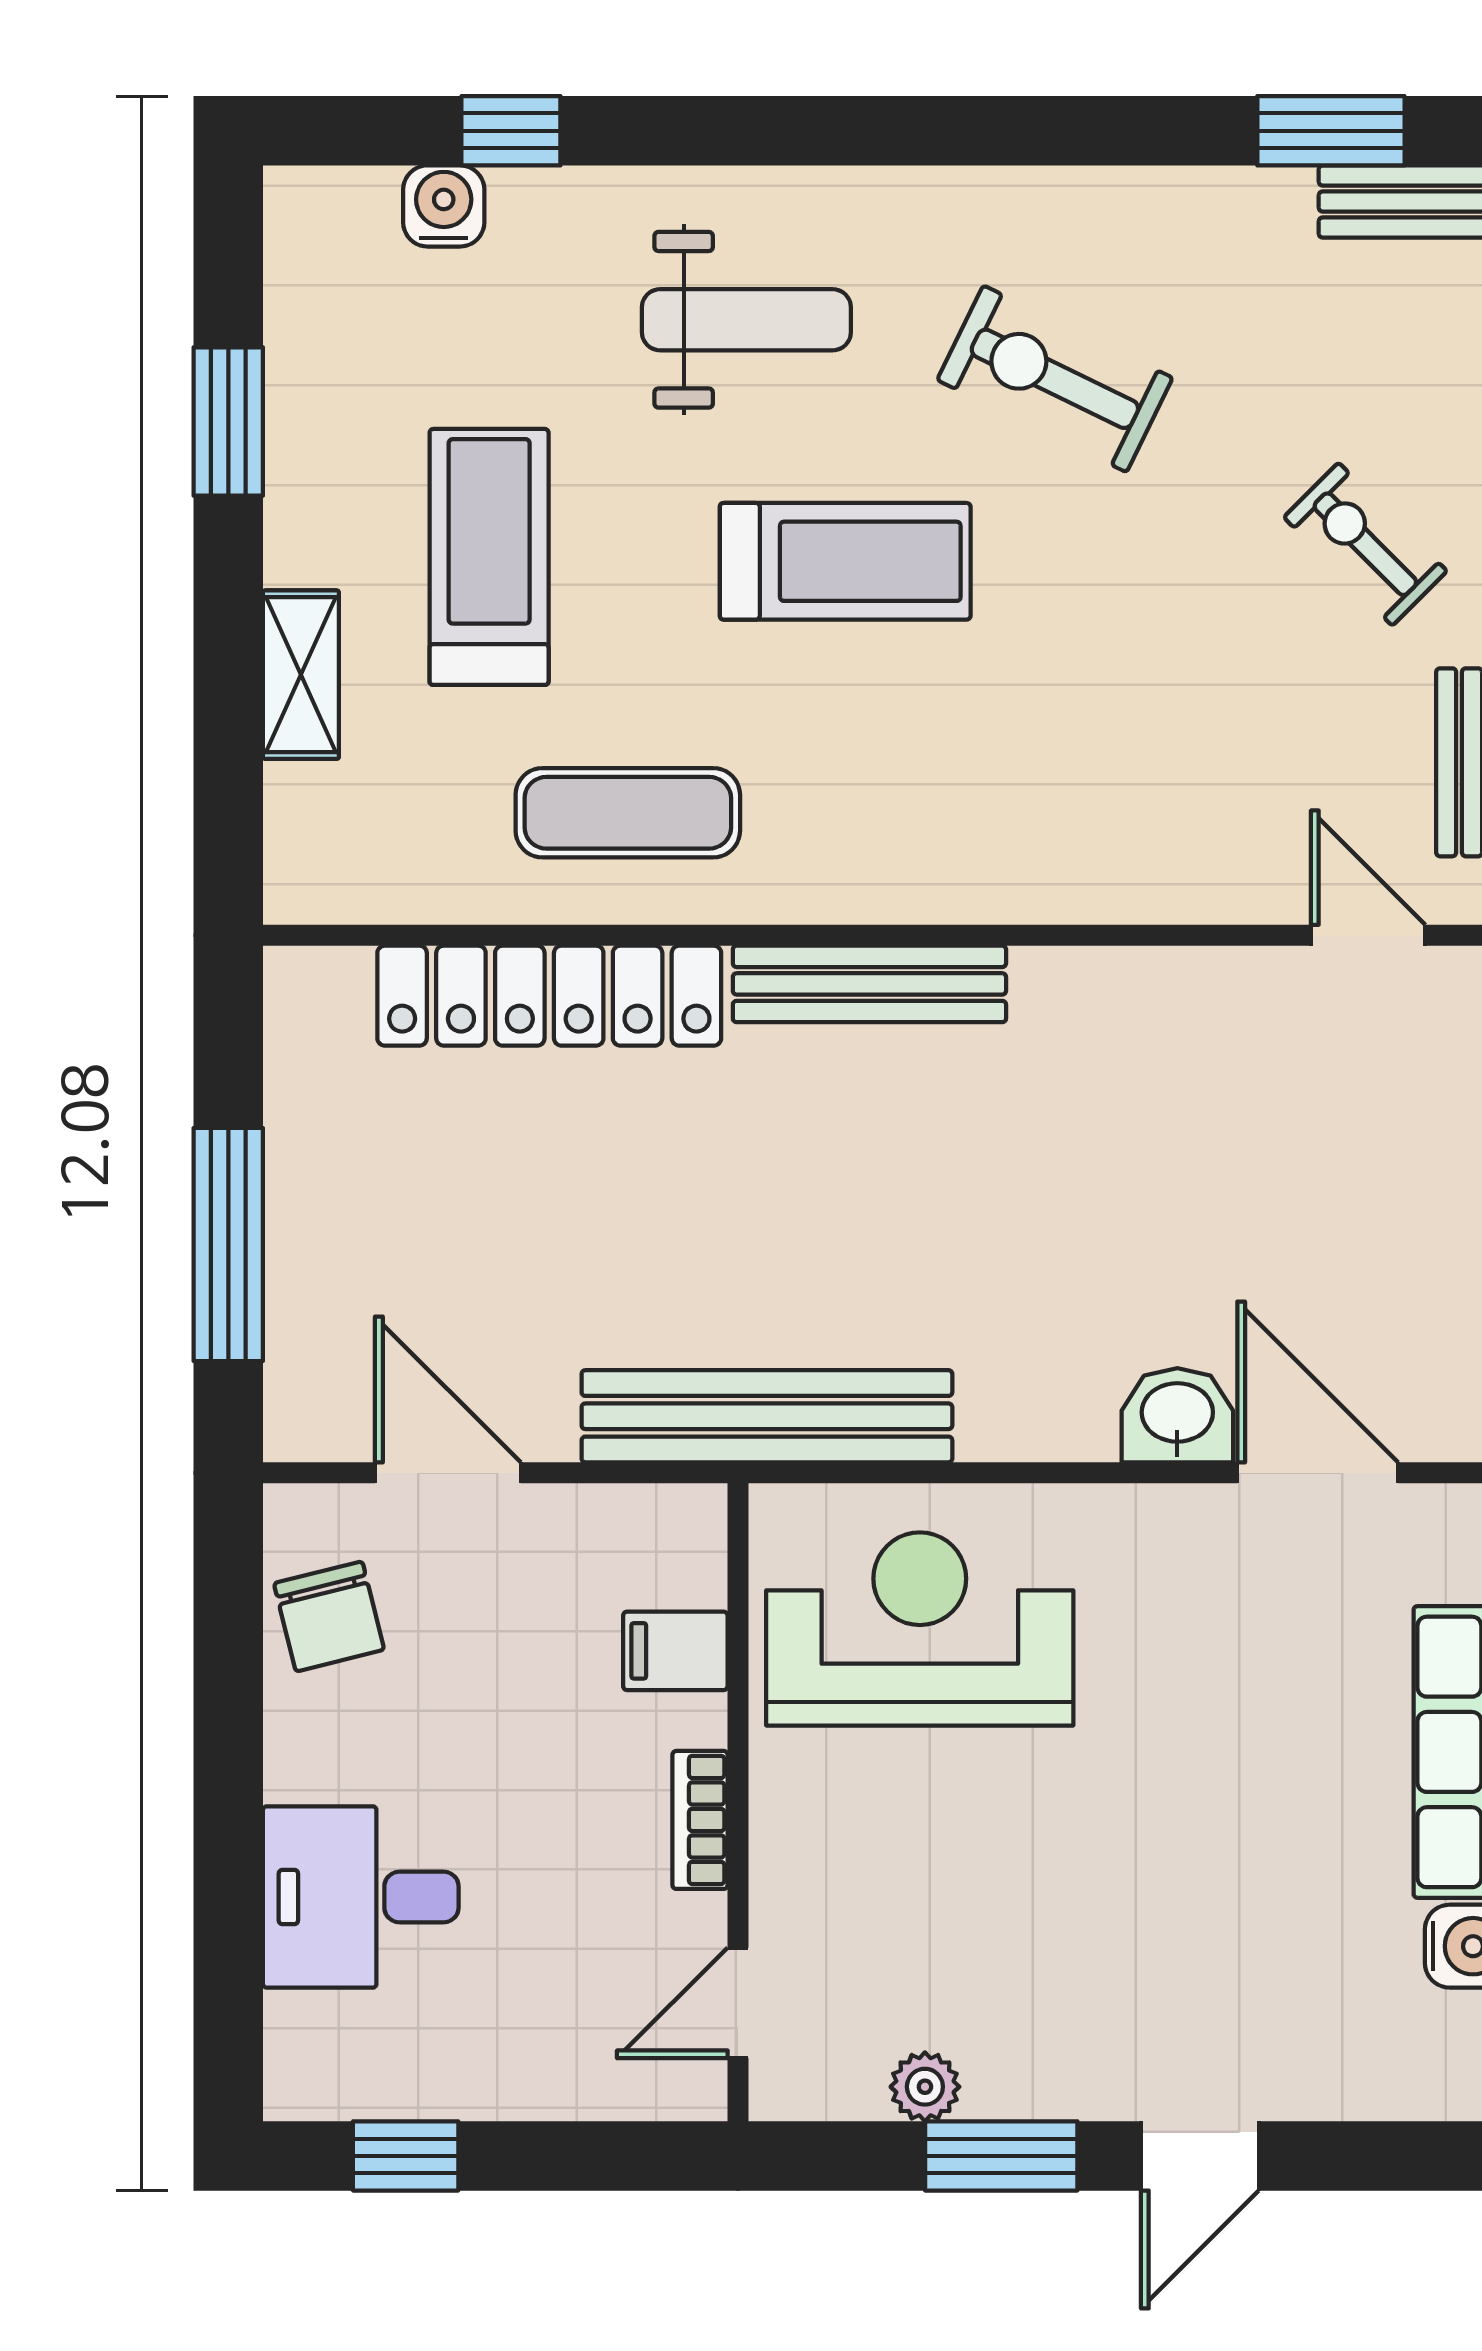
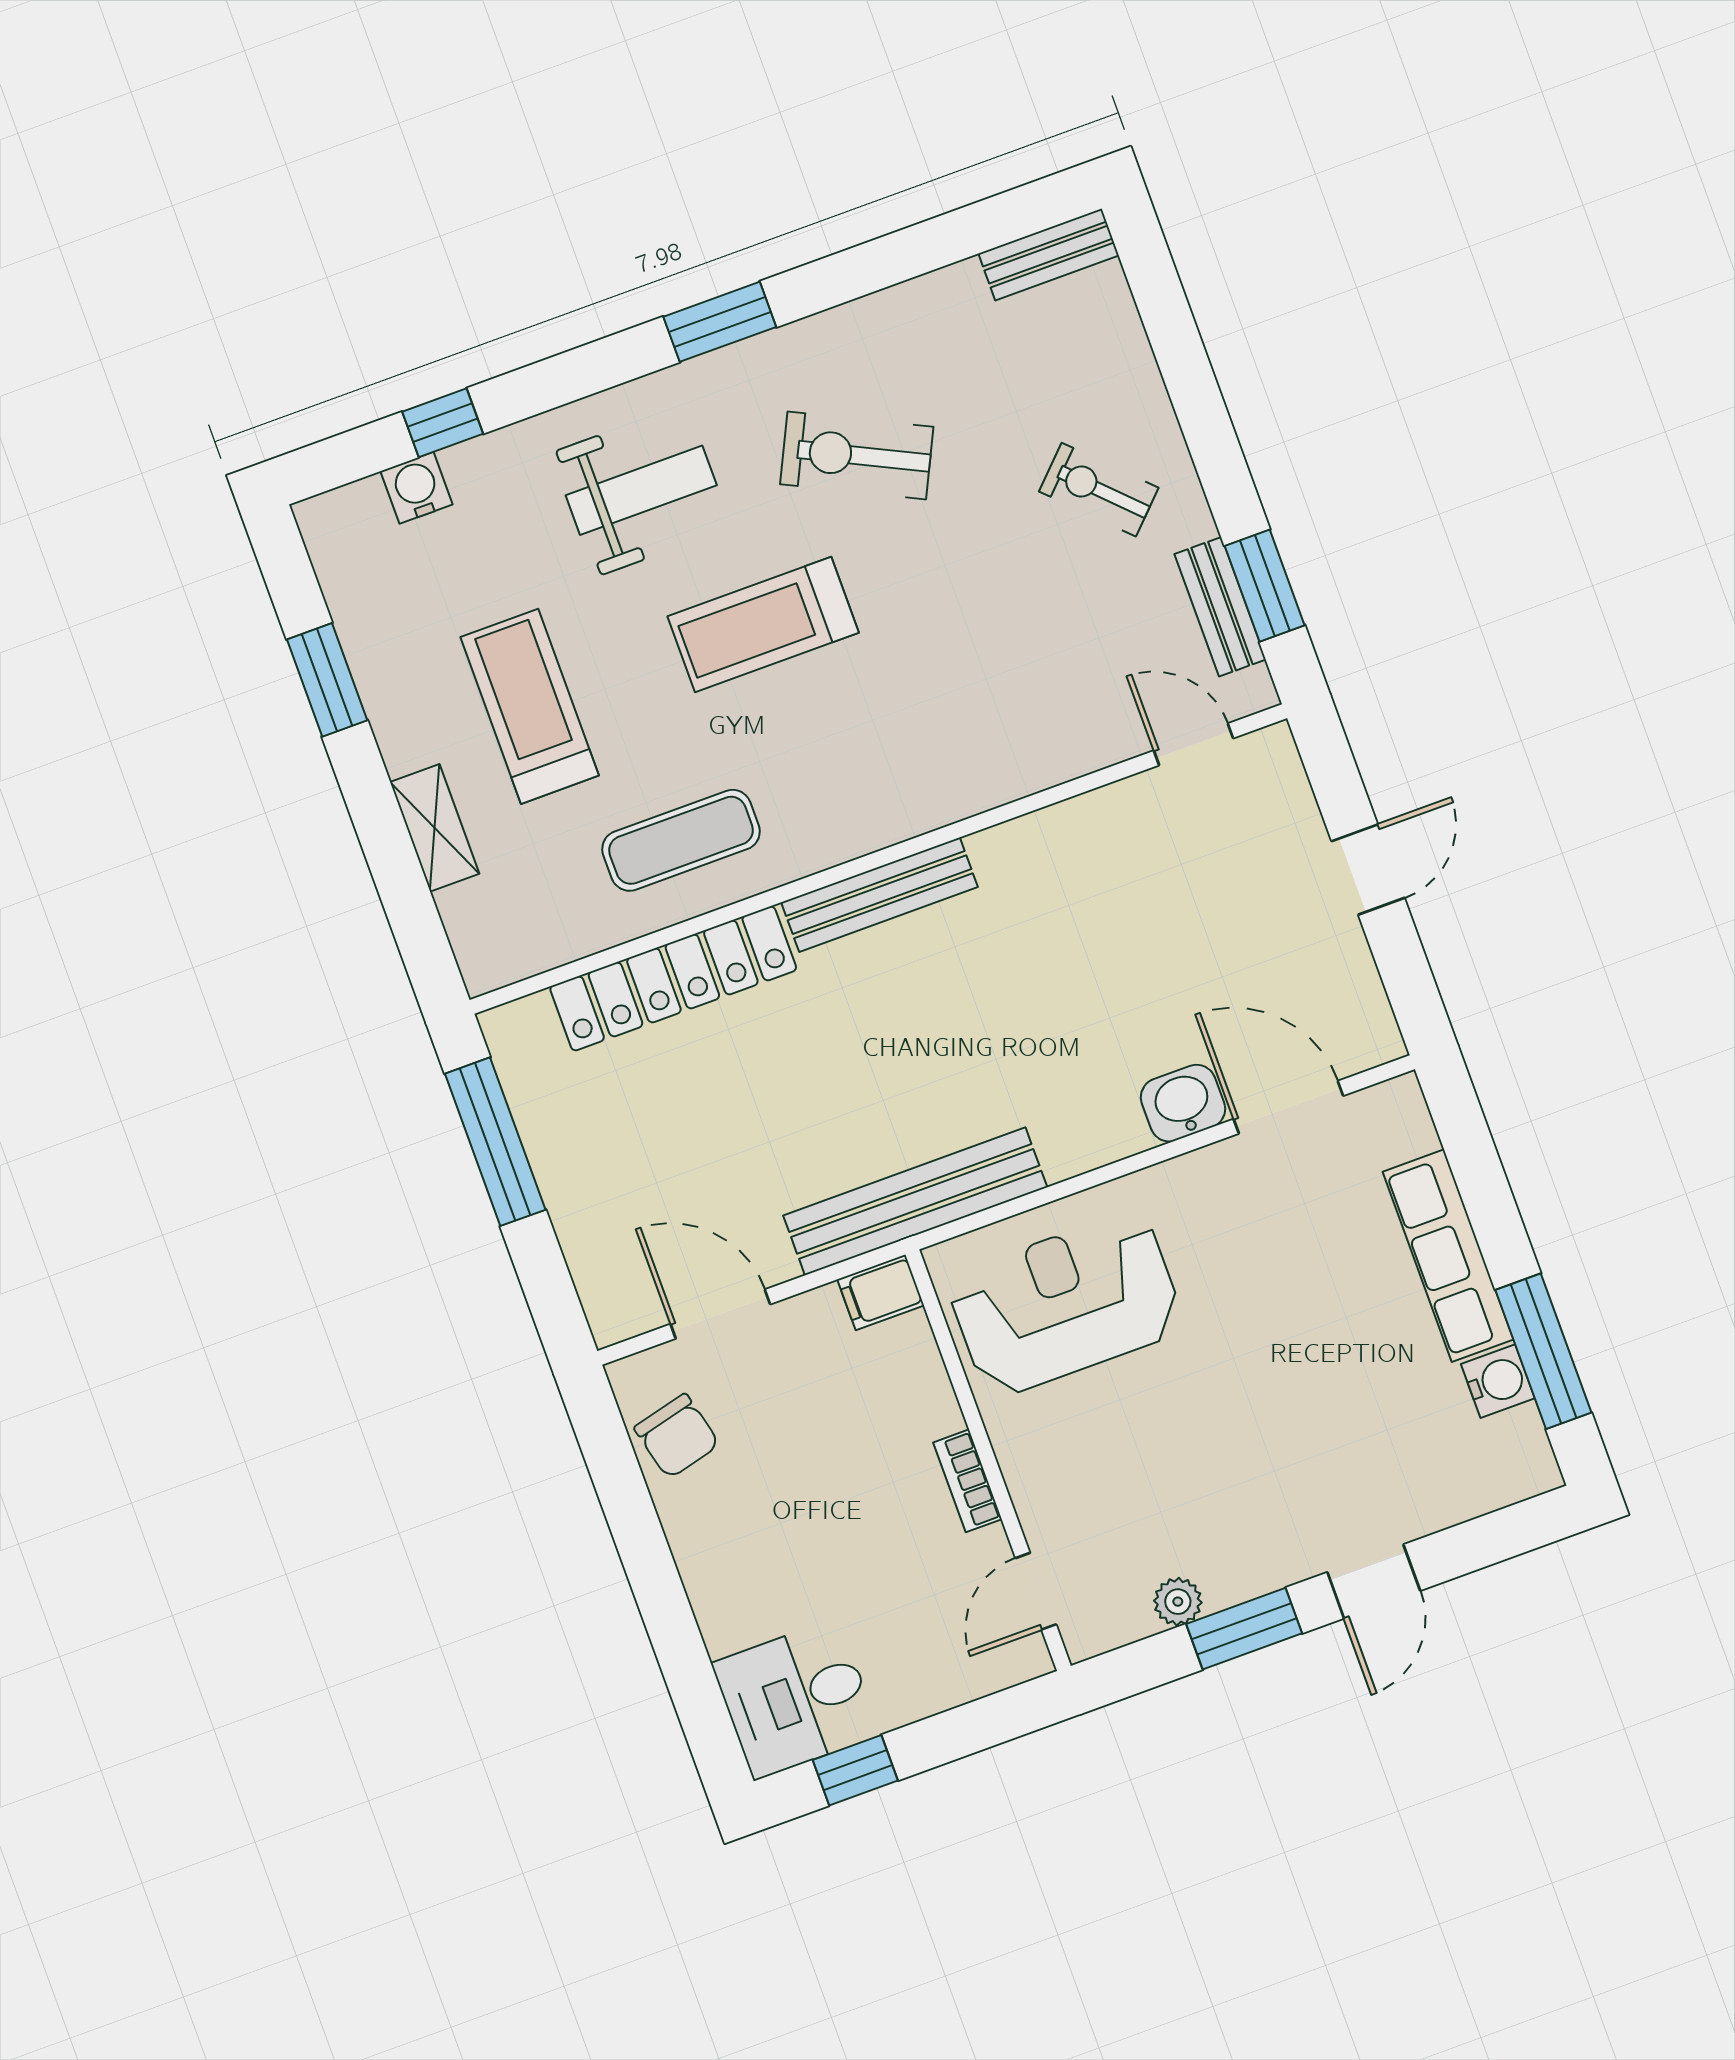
window: (1331, 131) -> (720, 322), moved
treadmill: (845, 561) -> (763, 624), turned 180
window: (228, 1244) -> (495, 1142), moved
filing cabinet: (675, 1651) -> (881, 1292), moved
desk: (361, 1897) -> (796, 1699), moved

